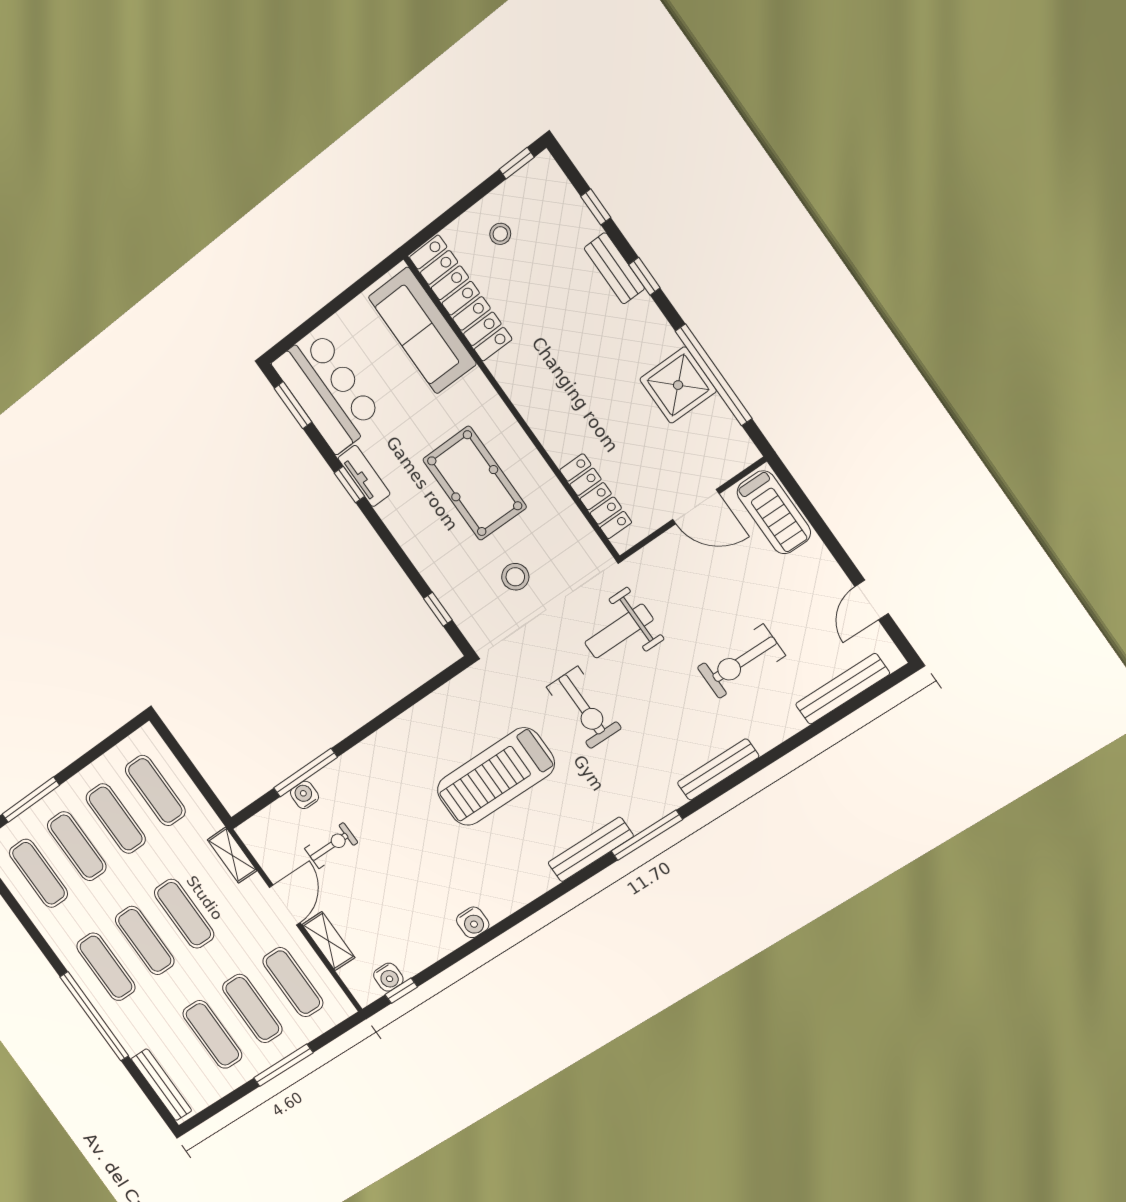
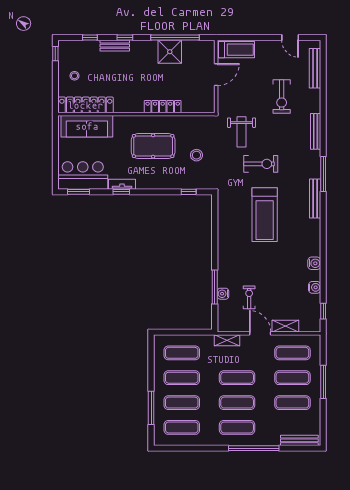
locker: (596, 496) -> (163, 107), moved
water cooler: (388, 977) -> (315, 287), moved

